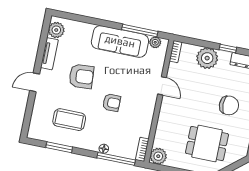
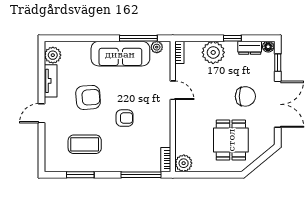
dining table: (207, 144) -> (231, 140), turned 90
floor lamp: (104, 149) -> (126, 167), removed

